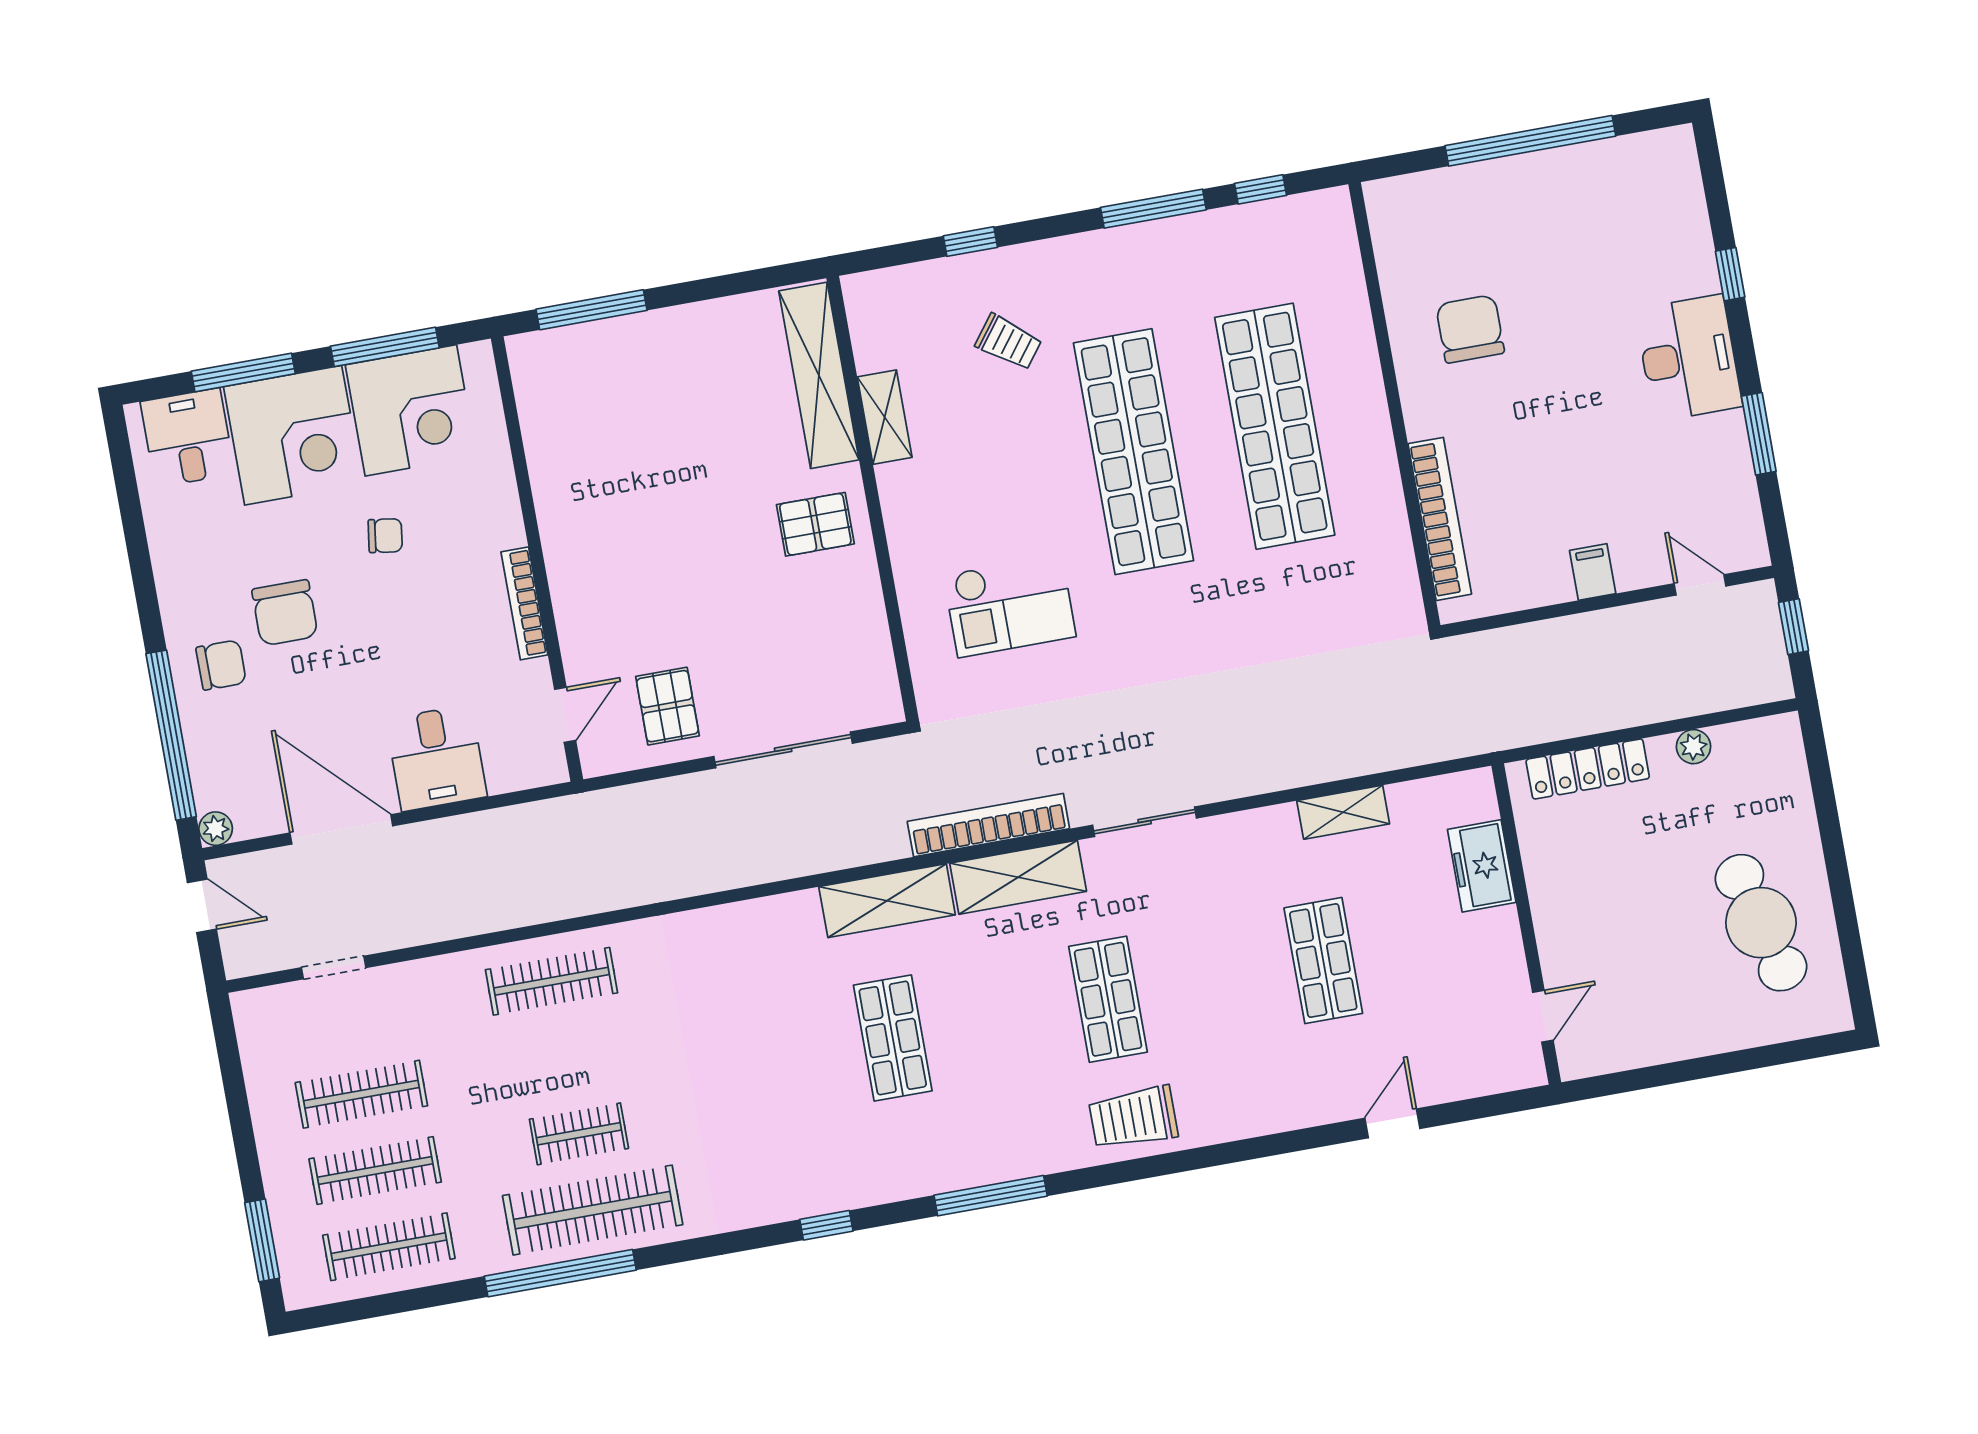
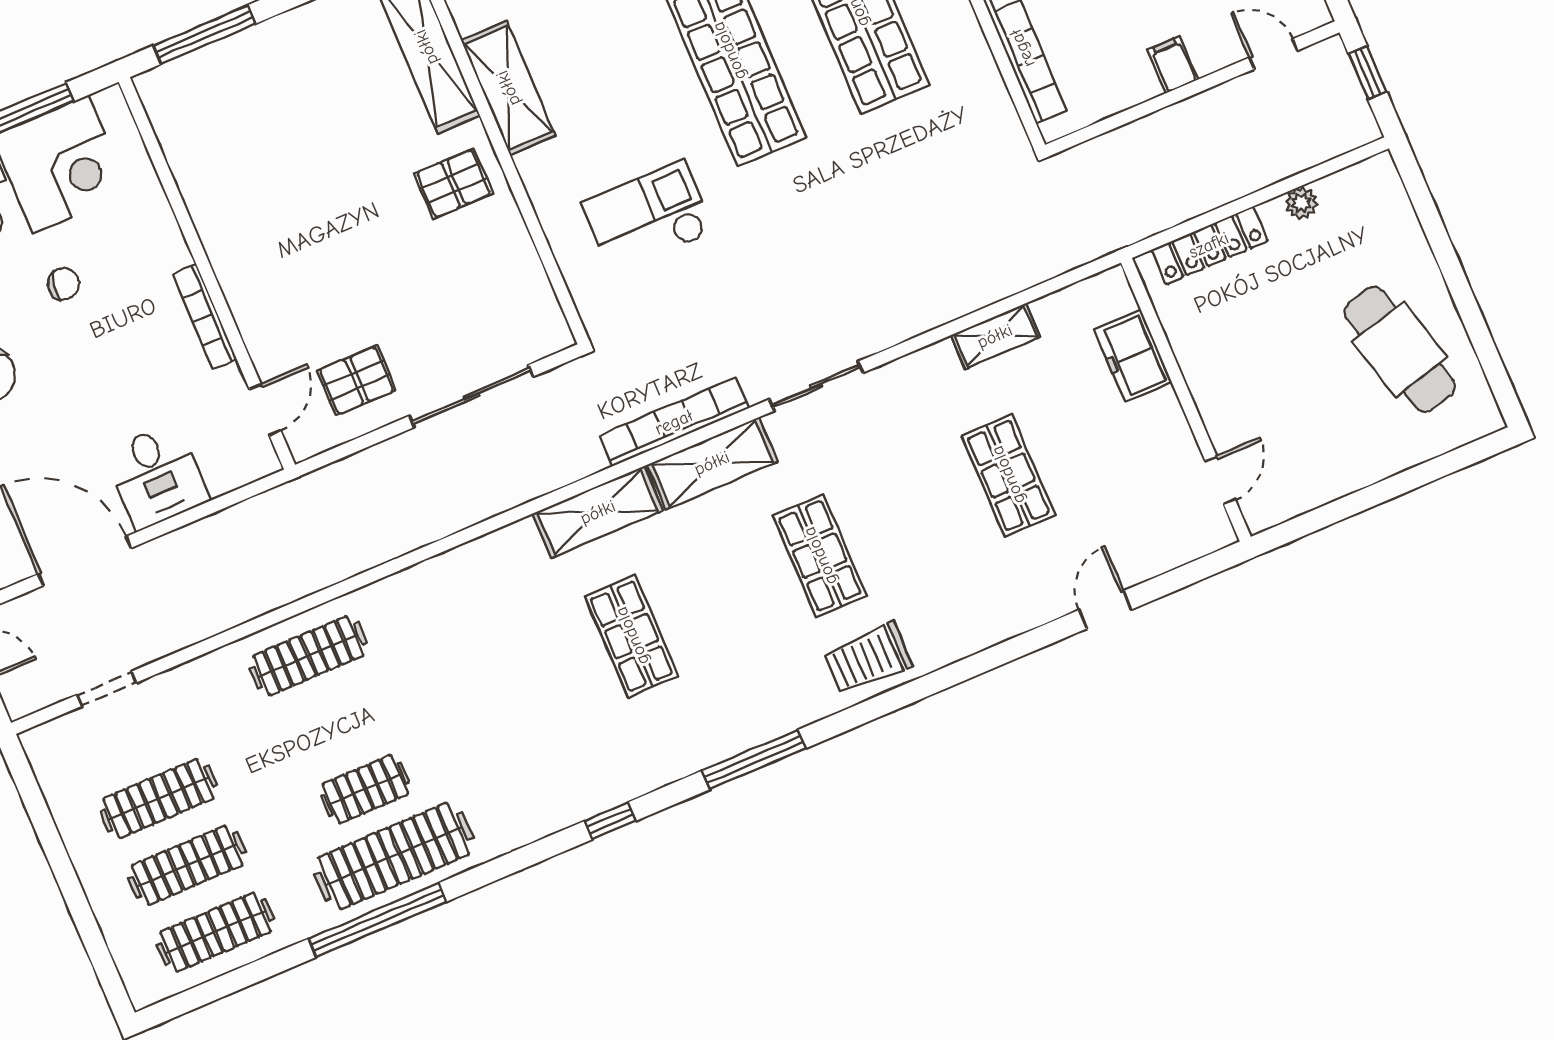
shelving: (885, 417) -> (508, 88), width x1.50, depth x1.33
checkout: (1010, 606) -> (648, 217), turned 180
pallet: (667, 706) -> (357, 380), turned 90
window: (262, 1240) -> (98, 953), removed

